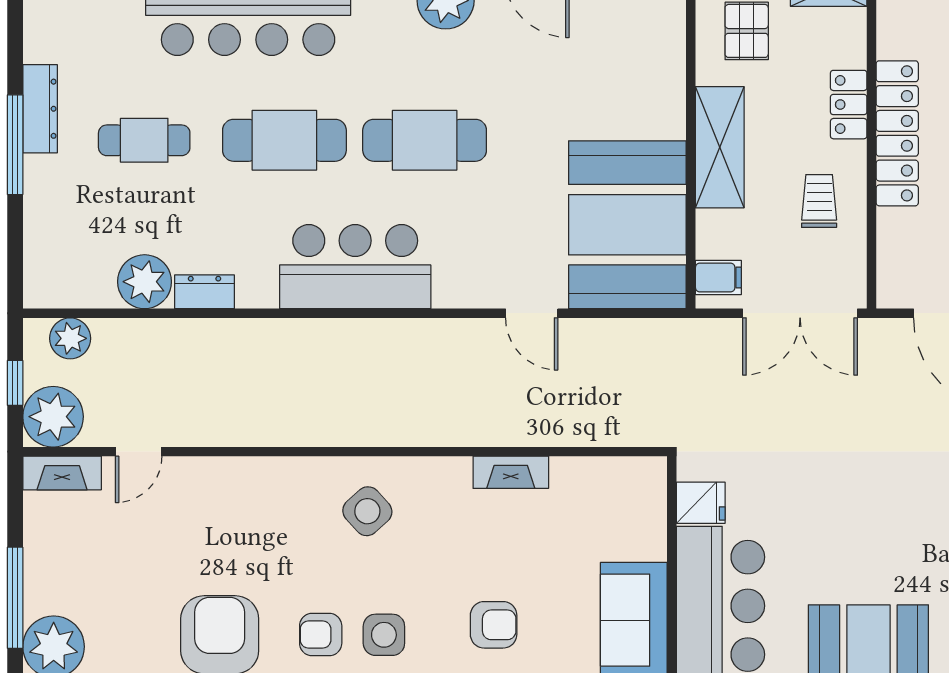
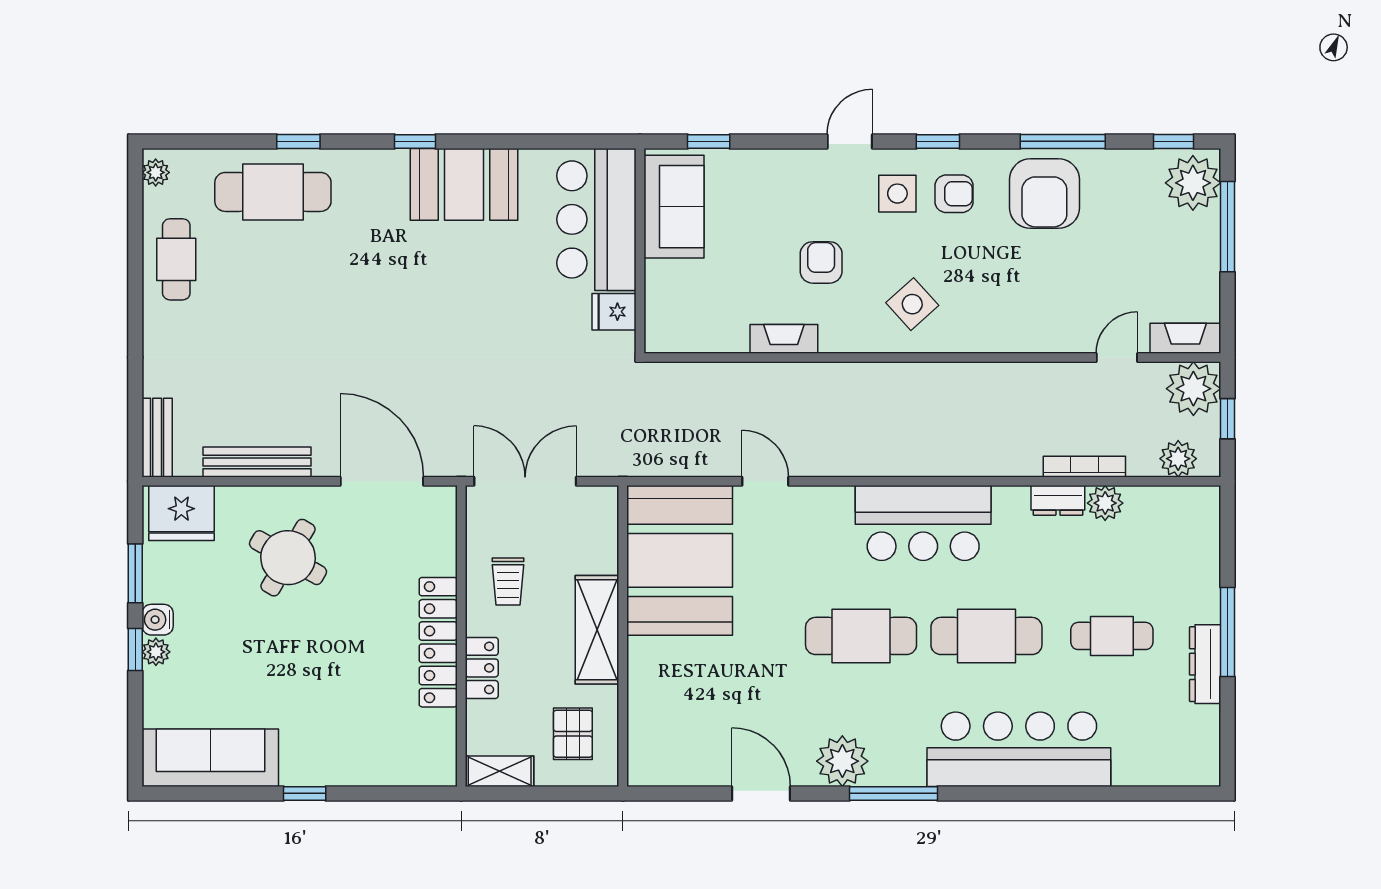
filing cabinet: (718, 278) -> (598, 513), removed
plant: (145, 282) -> (1105, 503), width x0.73, depth x0.73
bookcase: (175, 330) -> (1084, 467), added
armchair: (494, 625) -> (821, 262), moved, turned 90

